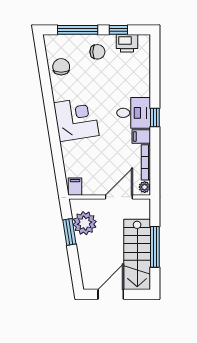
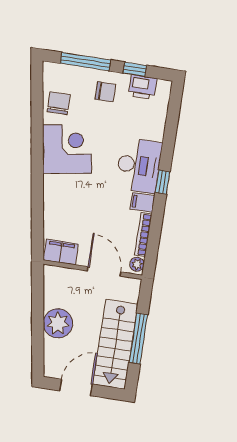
desk: (134, 113) -> (139, 165), width x1.37
corner desk: (76, 119) -> (67, 149), moved
filing cabinet: (75, 187) -> (61, 252), width x2.00
door: (119, 197) -> (104, 271), hinge flipped
plant: (85, 223) -> (58, 323), moved
window: (69, 232) -> (38, 304), removed

